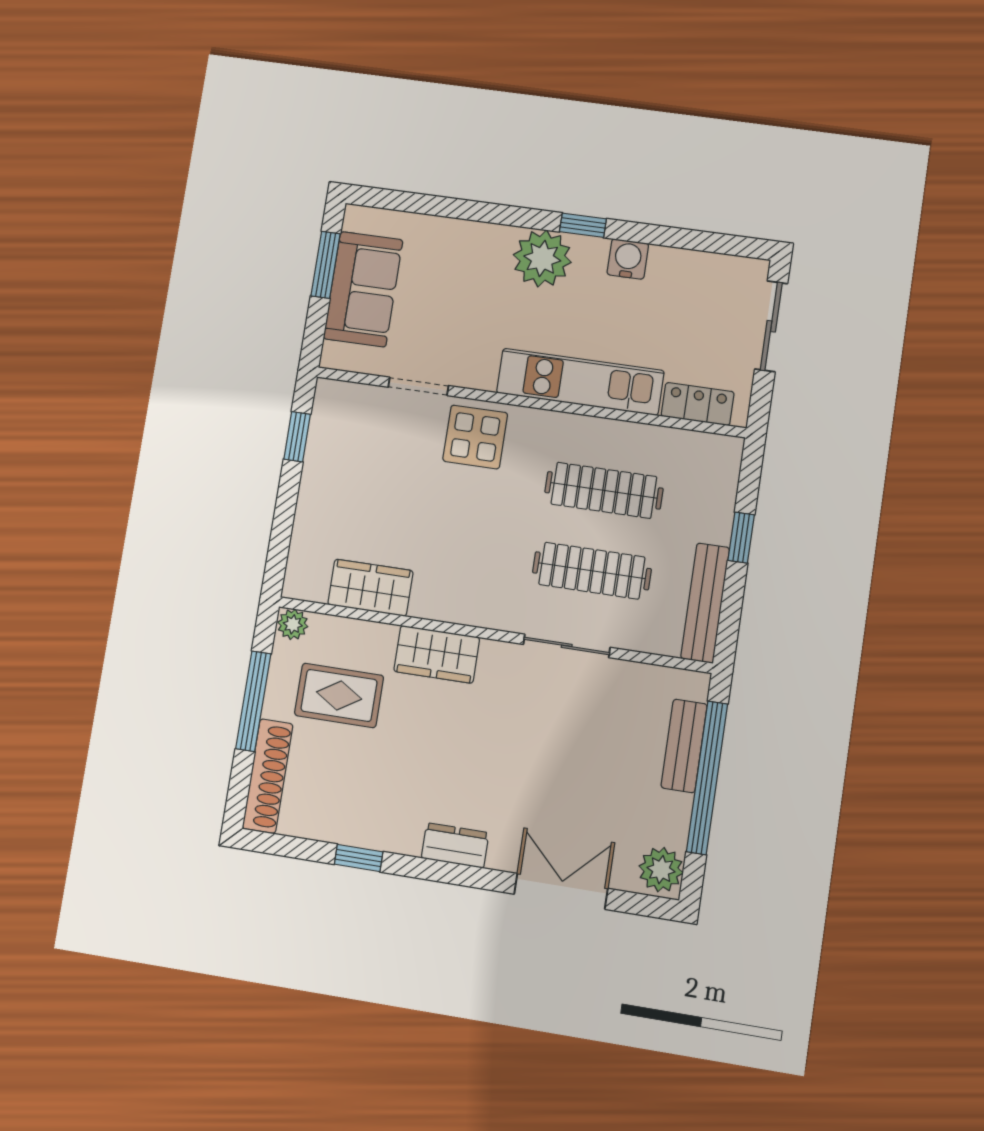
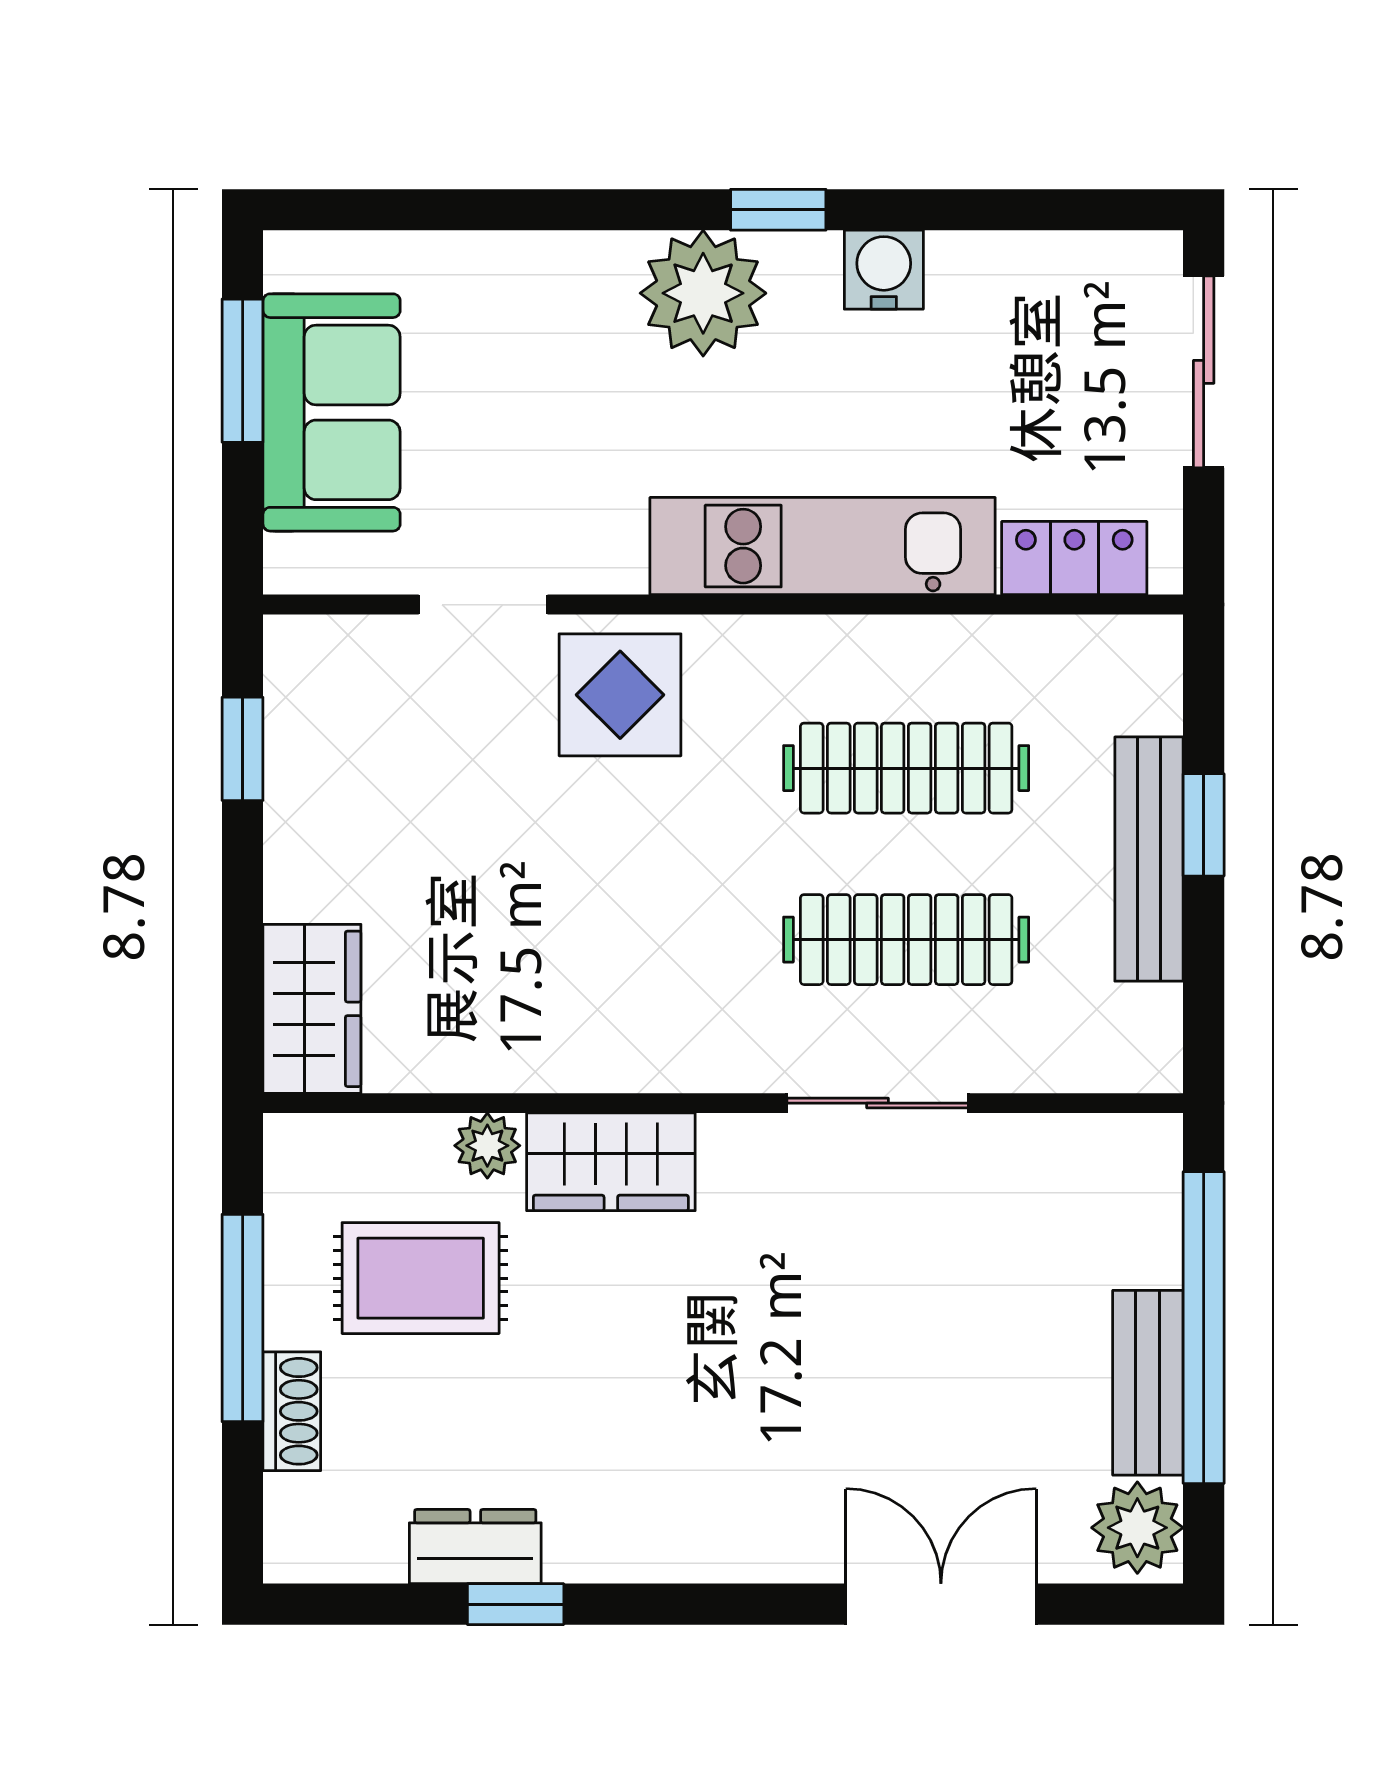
wardrobe: (370, 588) -> (312, 1009), moved, turned 90
bench: (705, 603) -> (1149, 859), moved
plant: (293, 624) -> (487, 1146), moved
bench: (684, 746) -> (1148, 1383), moved
shoe rack: (268, 776) -> (292, 1411), width x0.51, depth x0.81
dresser: (455, 845) -> (475, 1547), moved

